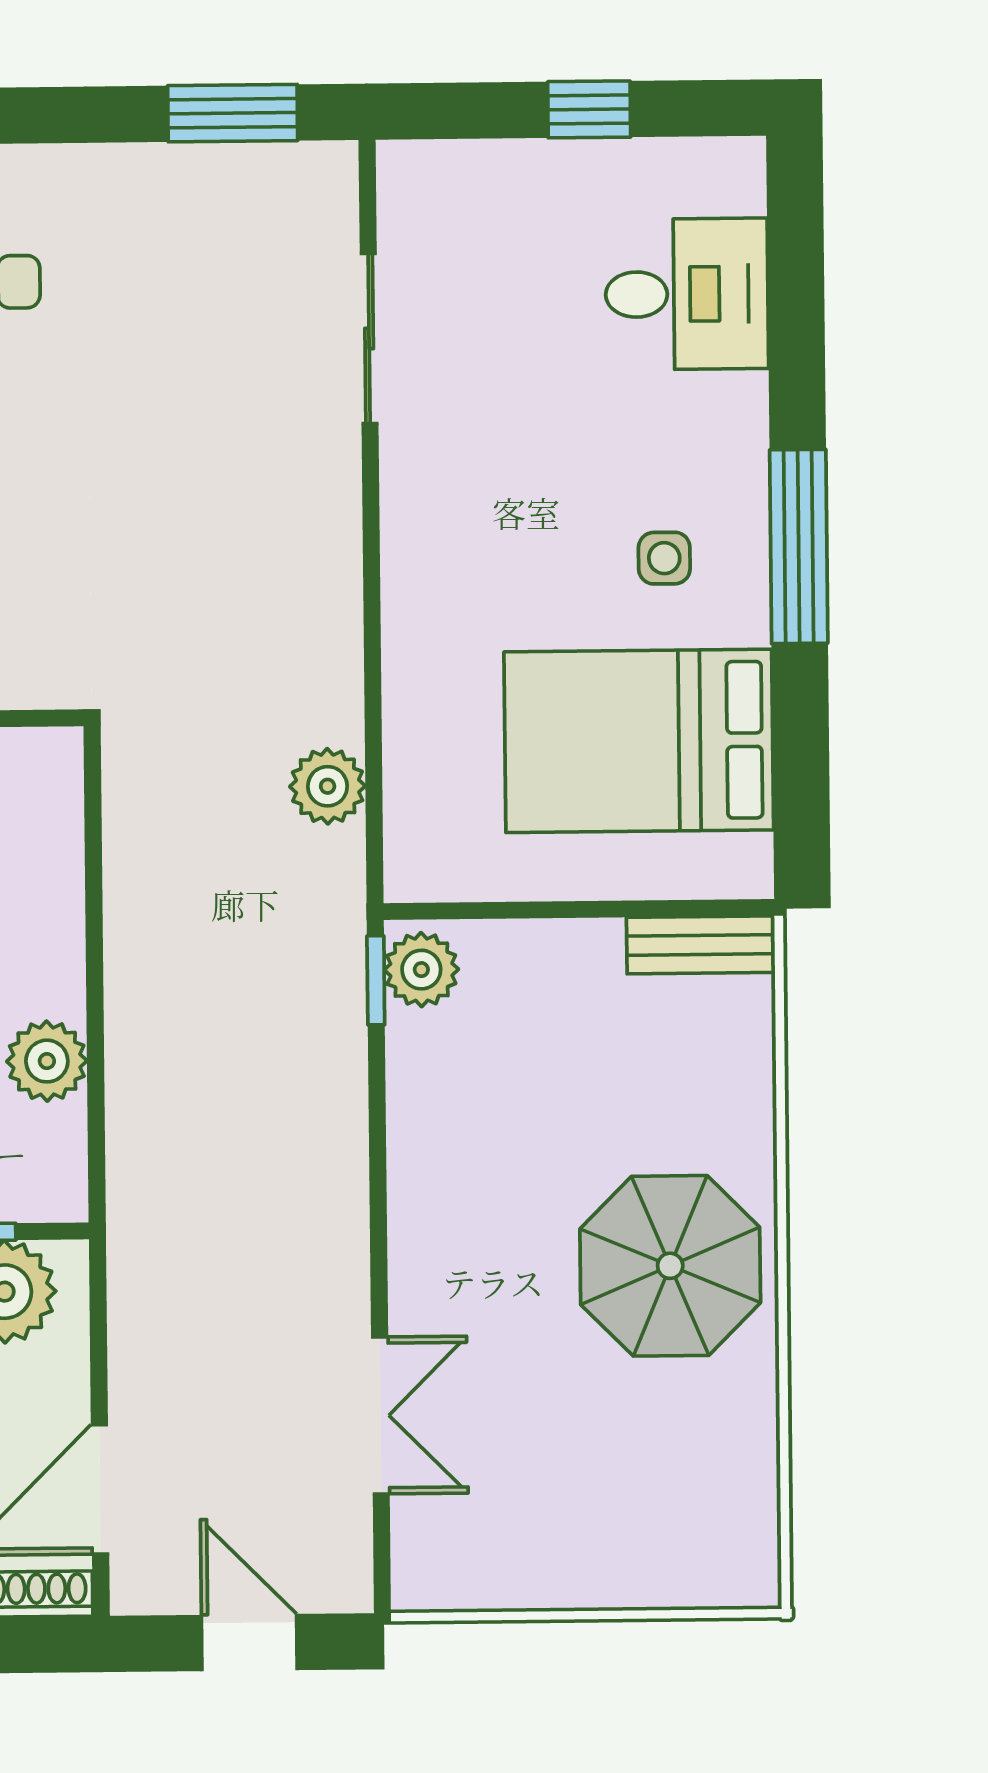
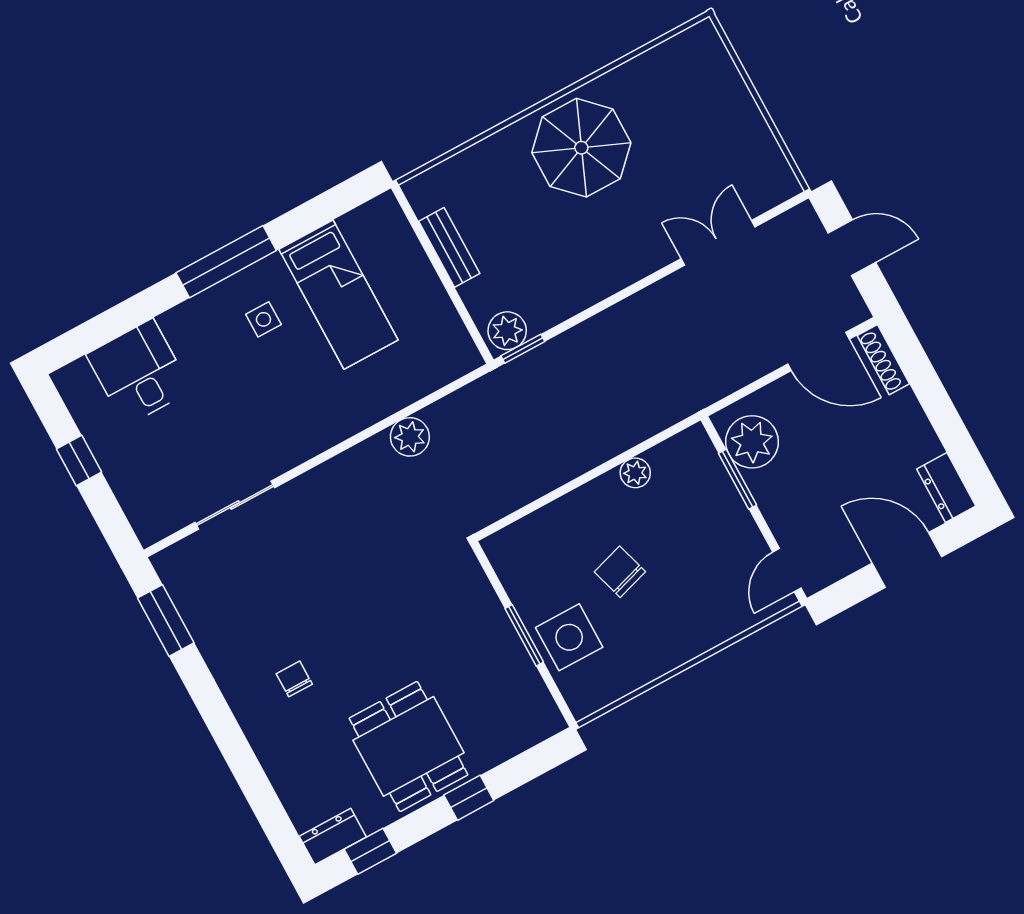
bed: (639, 741) -> (338, 295), width x0.67
plant: (328, 786) -> (410, 437), moved
bench: (701, 945) -> (449, 247), moved
plant: (47, 1061) -> (635, 473), width x0.73, depth x0.73
door: (249, 1643) -> (852, 248), swing flipped

